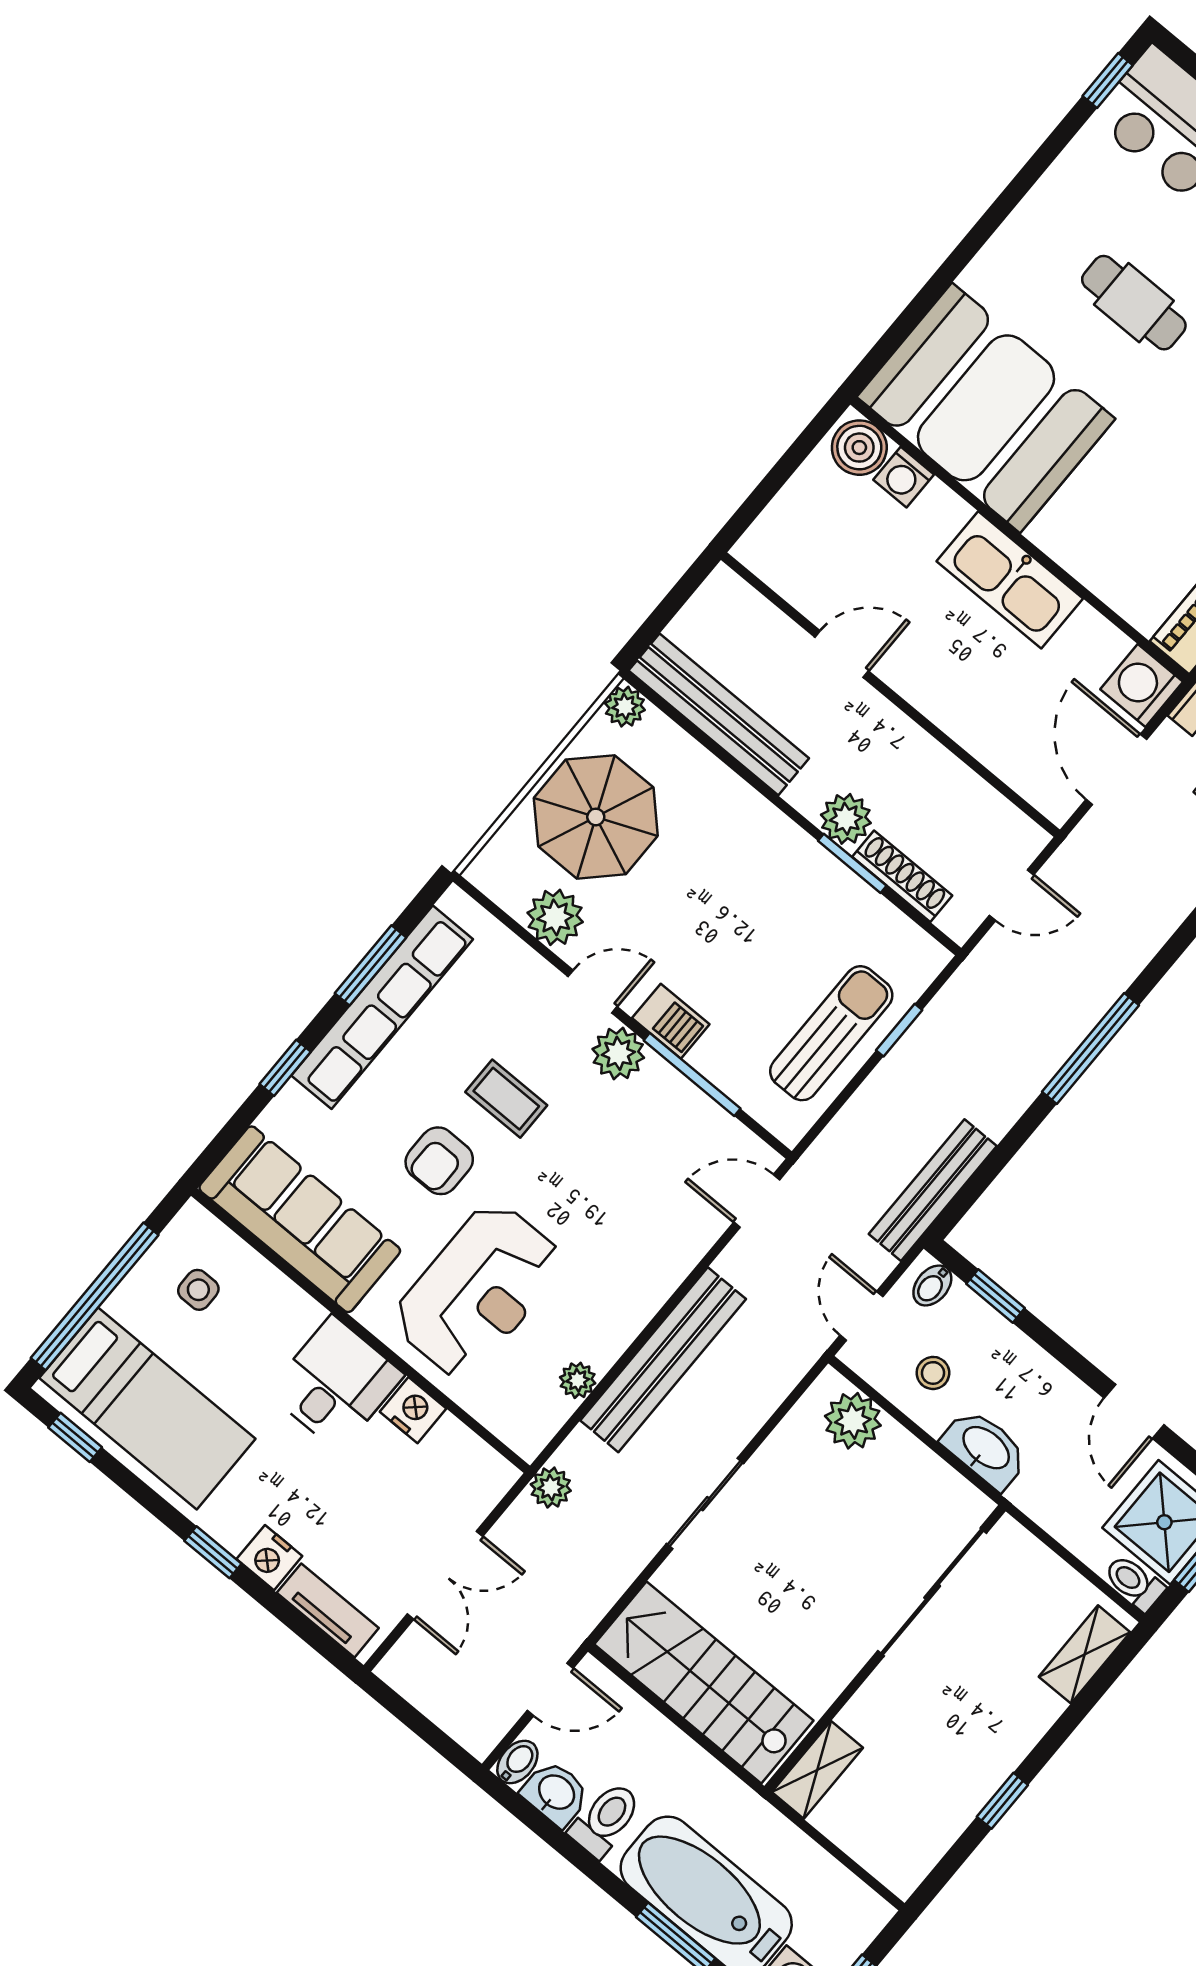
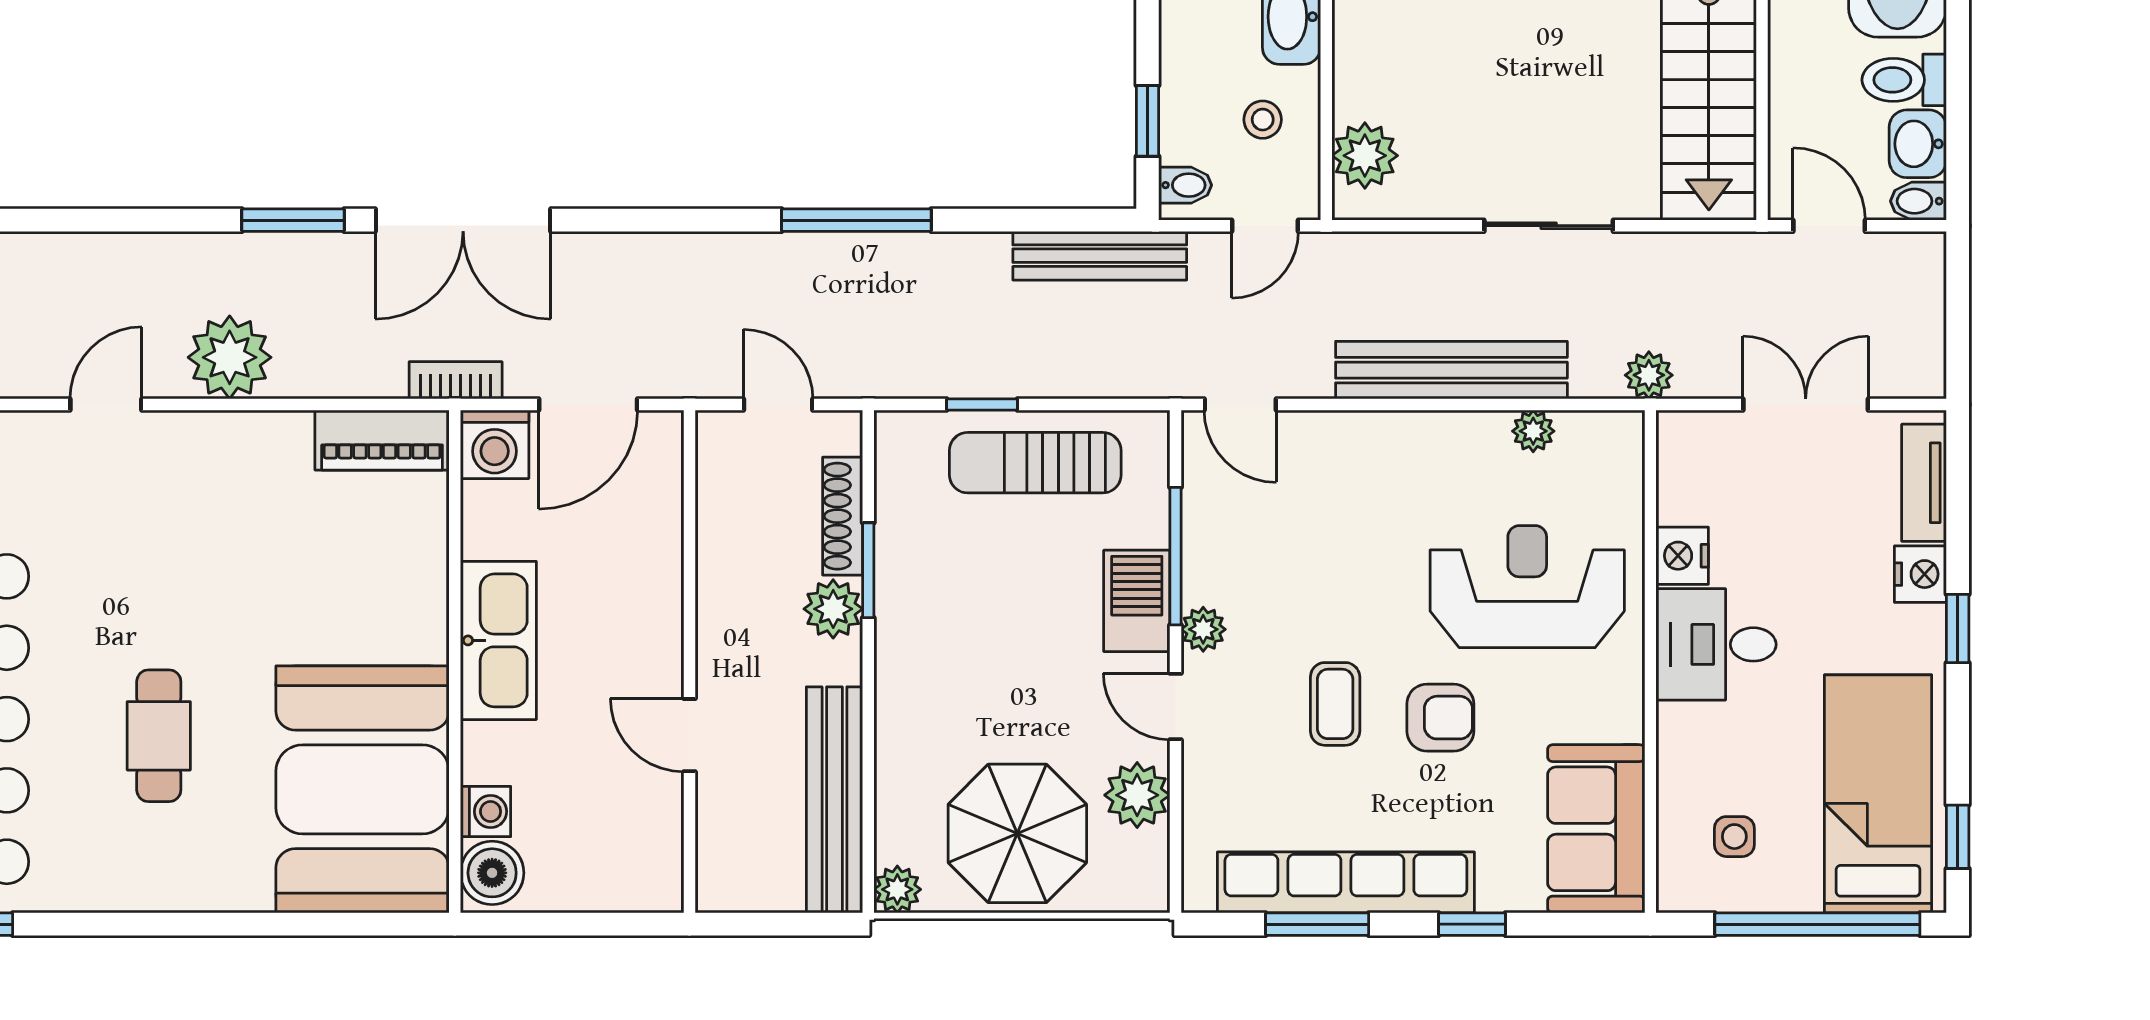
barbecue: (671, 1021) -> (1137, 601), width x1.38, depth x1.27
plant: (618, 1053) -> (1203, 629), width x0.73, depth x0.73
sofa: (300, 1219) -> (1596, 829), width x0.73

